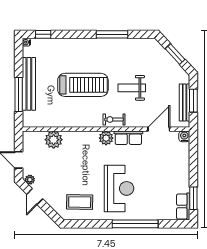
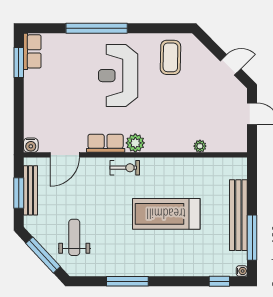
window: (175, 54) -> (43, 255), width x1.44
weight bench: (132, 88) -> (74, 237), moved, turned -90
window: (19, 94) -> (252, 238), moved
plant: (54, 140) -> (200, 146), width x0.53, depth x0.53
plant: (30, 180) -> (237, 87), removed
door: (35, 196) -> (231, 65), hinge flipped
coffee table: (80, 202) -> (170, 57), turned 90

